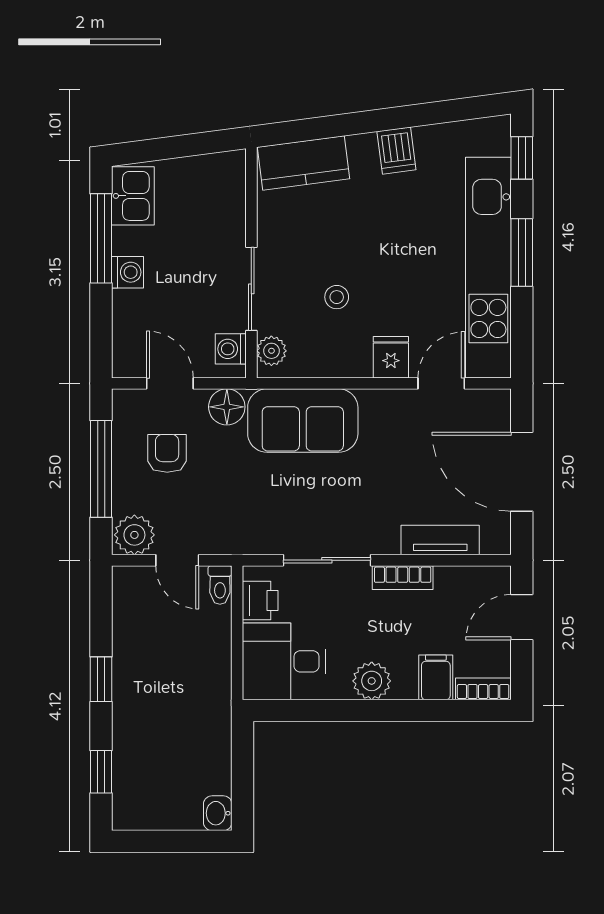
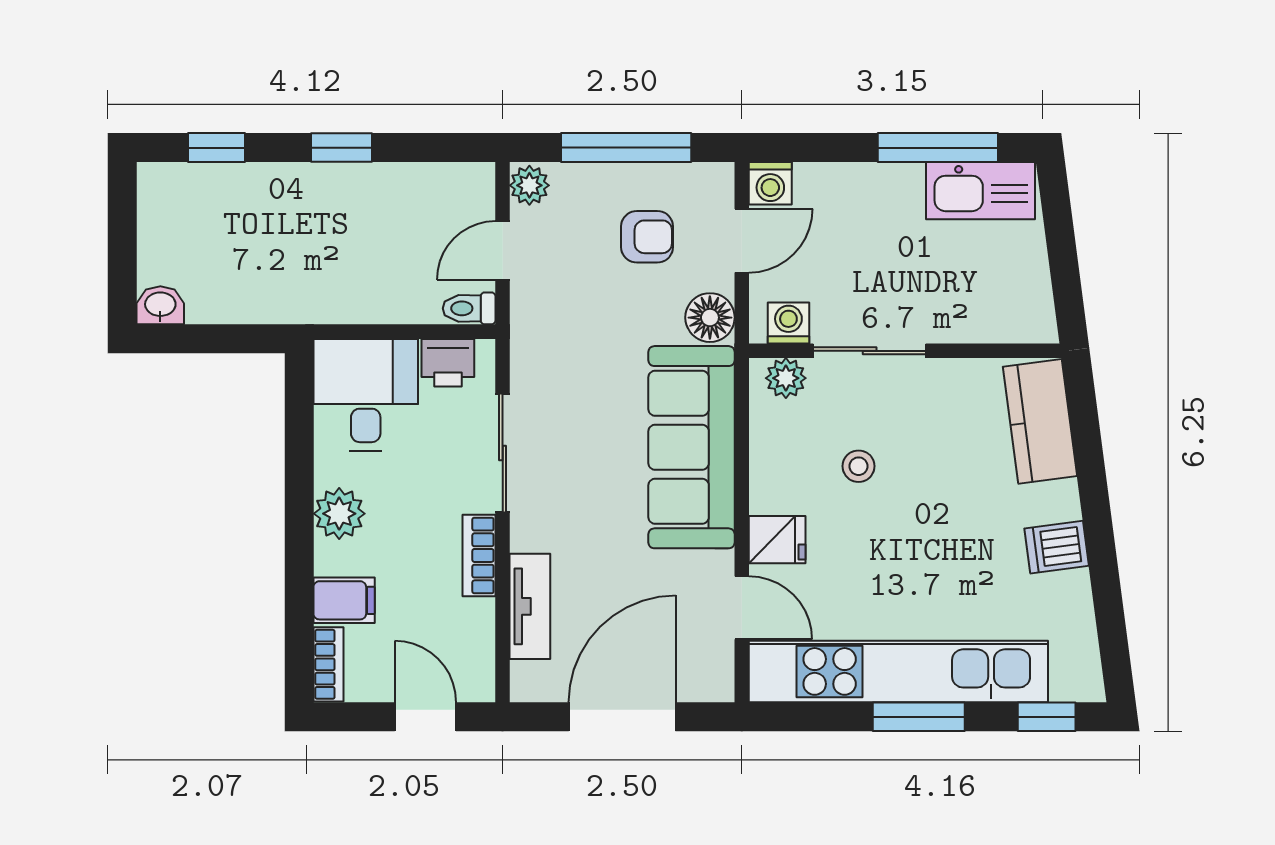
kitchen sink: (133, 196) -> (980, 191), width x1.38
washing machine: (127, 272) -> (770, 183), moved
sofa: (303, 421) -> (691, 447), width x1.36
plant: (134, 535) -> (529, 185), width x0.73, depth x0.73

